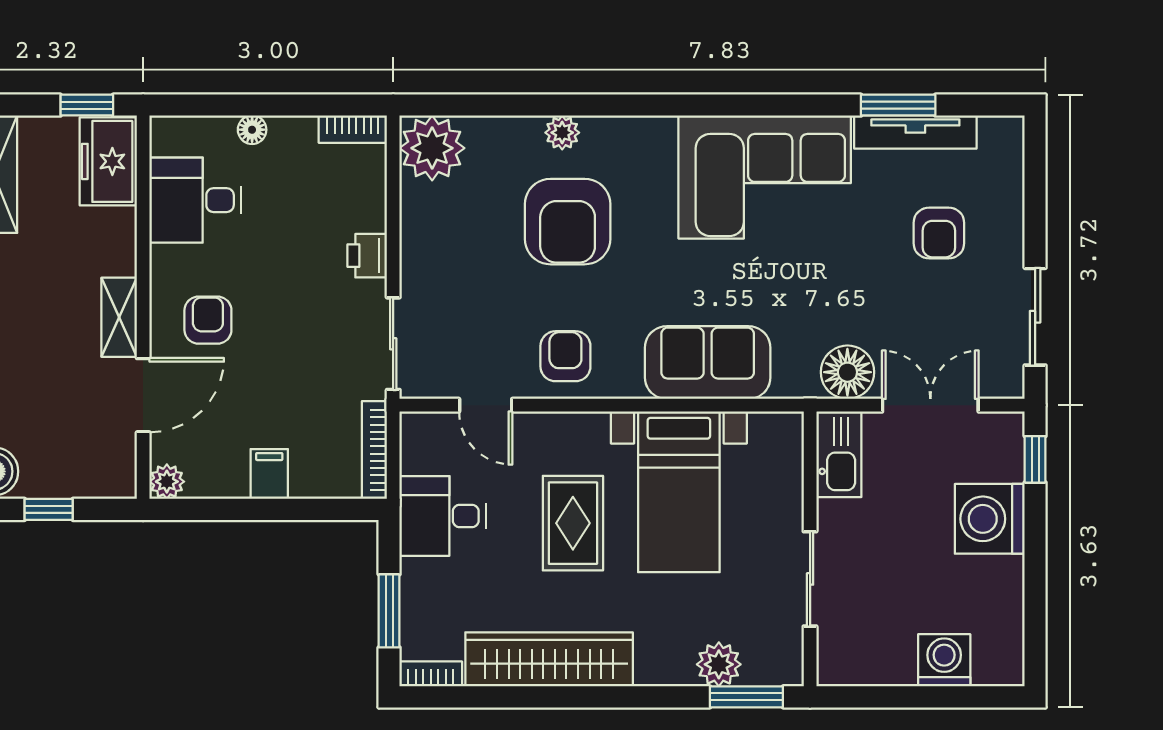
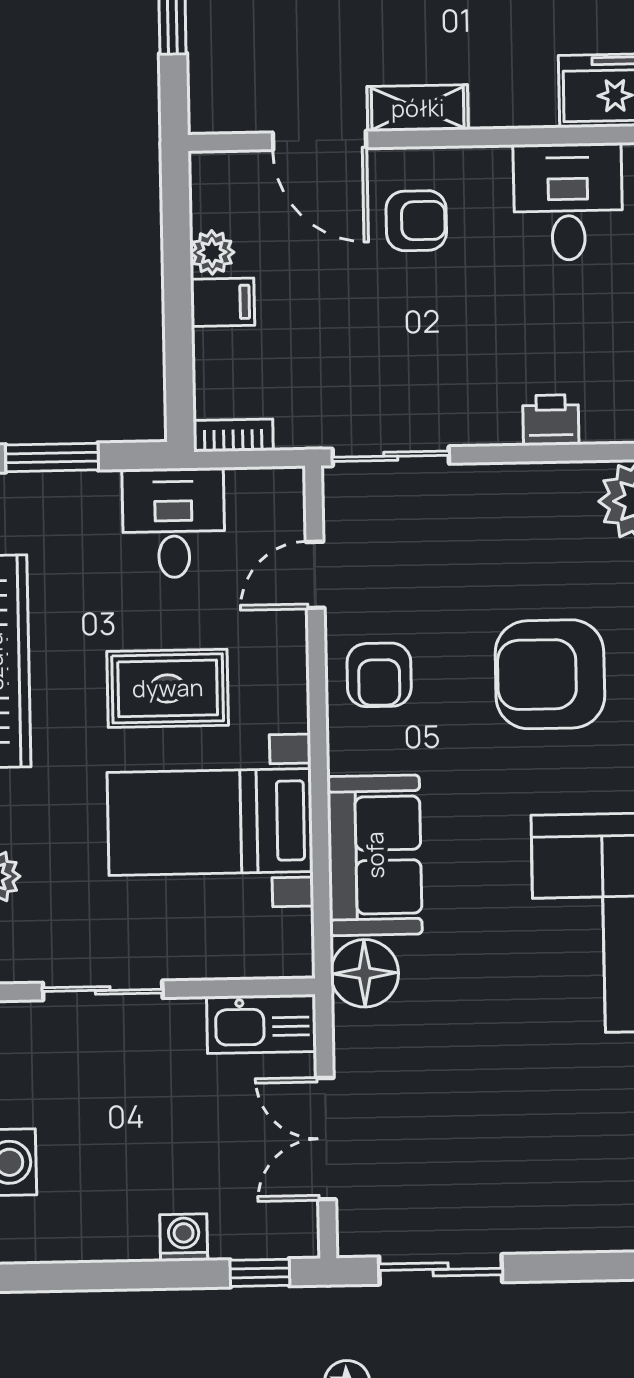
armchair: (939, 233) -> (544, 1145), removed
printer: (367, 256) -> (551, 420), moved
armchair: (565, 356) -> (379, 675), turned 90
floor lamp: (847, 372) -> (365, 973), moved
double door: (930, 405) -> (326, 1139), swing flipped
bookcase: (374, 450) -> (233, 435), width x0.64
plant: (167, 482) -> (212, 252), moved
washing machine: (990, 519) -> (184, 1238), width x0.53, depth x0.53

